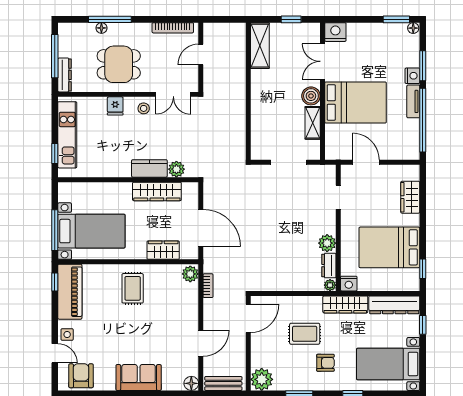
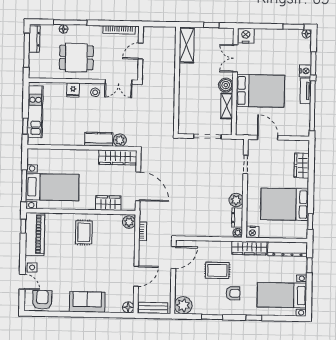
dresser: (65, 75) -> (34, 39), moved
wardrobe: (157, 191) -> (118, 157), moved

